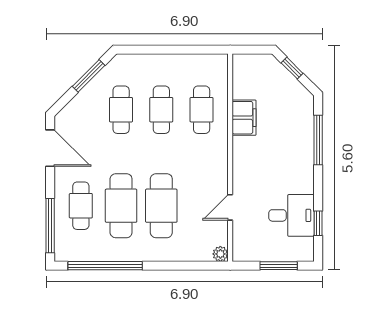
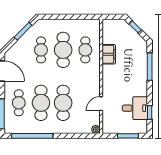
cafe table: (161, 110) -> (63, 50), width x1.37, depth x1.35

